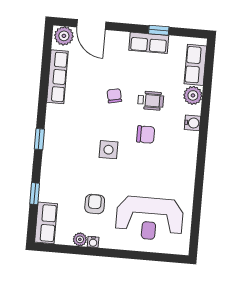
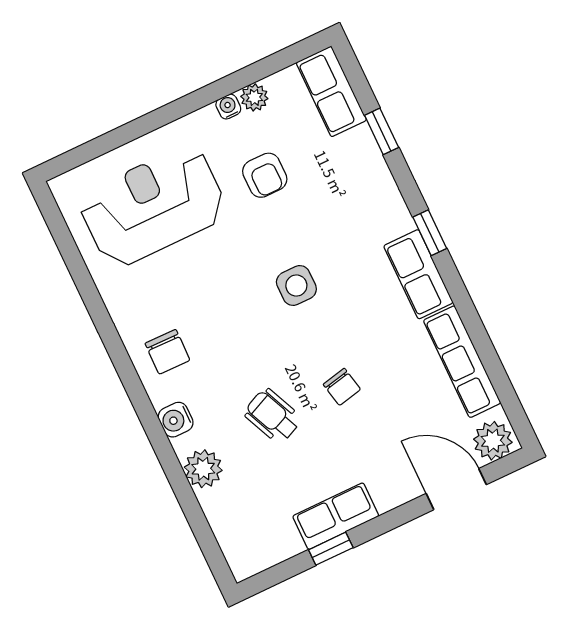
row of seats: (195, 65) -> (418, 274), moved, turned 180
wheelchair: (151, 101) -> (273, 416), turned 66
chair: (146, 134) -> (167, 352), moved, turned -89

